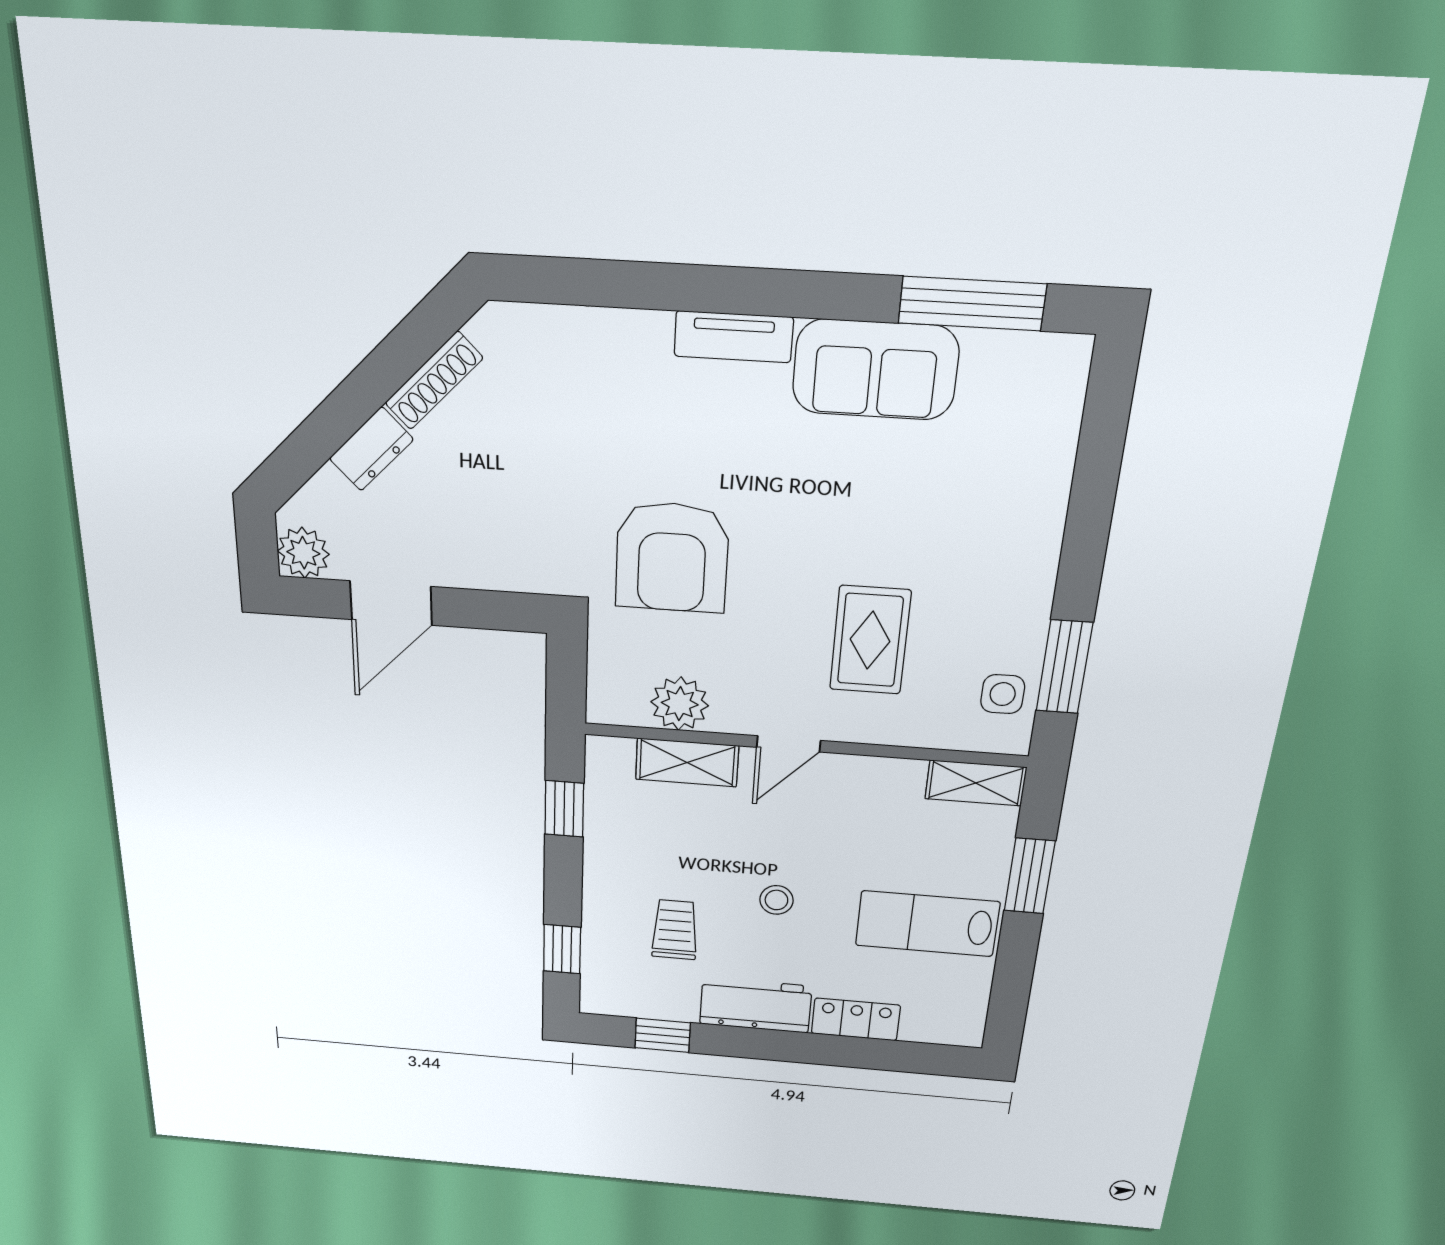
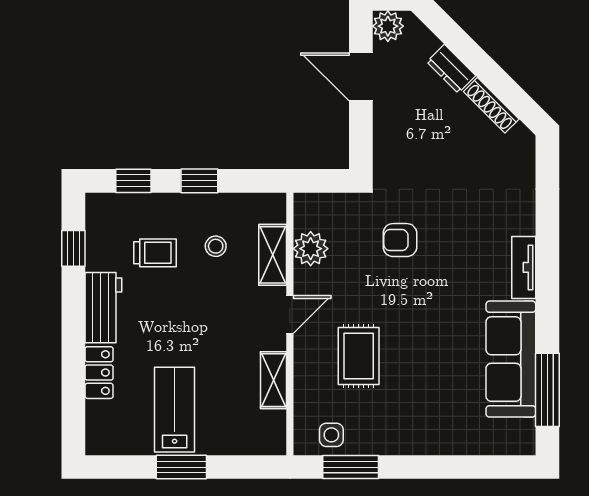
sofa: (875, 370) -> (511, 359), width x1.36
armchair: (672, 557) -> (400, 240), width x0.53, depth x0.53
rug: (870, 640) -> (359, 356), turned 90
door: (789, 744) -> (290, 315), swing flipped
shelving: (976, 783) -> (274, 380), moved
window: (564, 809) -> (199, 181), moved
window: (1030, 876) -> (181, 467), moved
stool: (776, 900) -> (216, 246), moved

